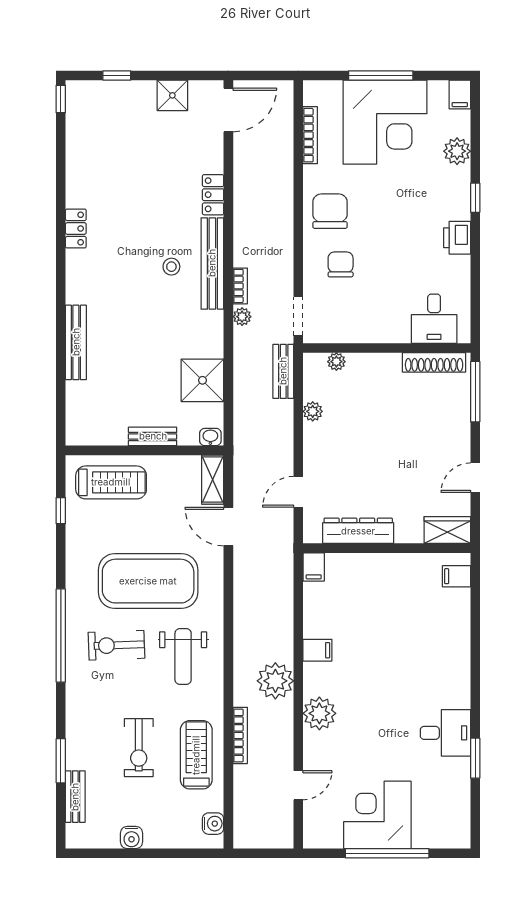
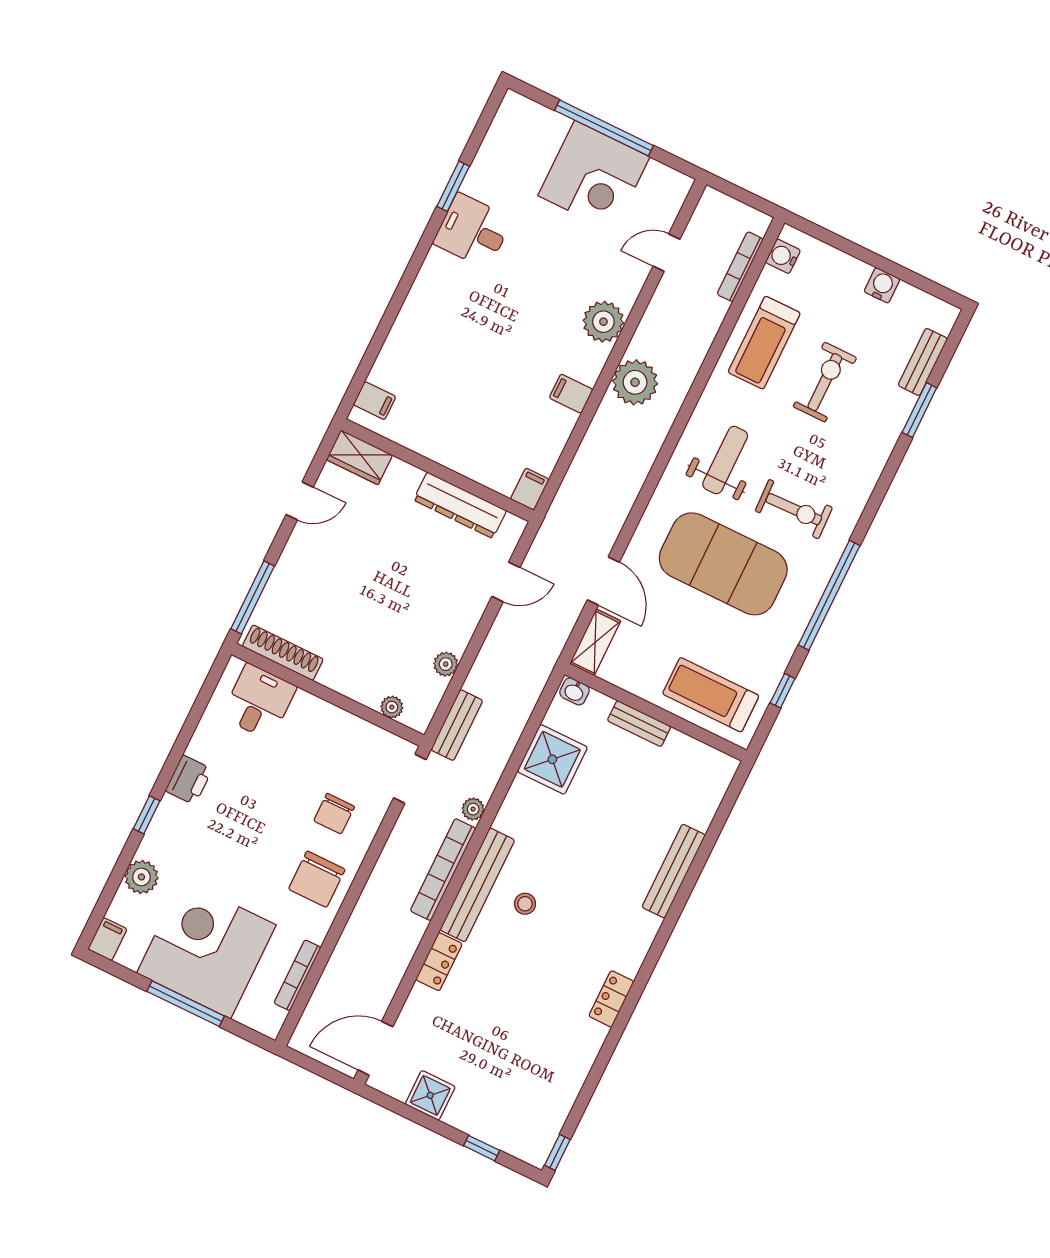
bookcase: (240, 286) -> (443, 870), width x2.31, depth x1.31
window: (61, 635) -> (829, 595), moved
bookcase: (240, 735) -> (740, 267), moved

